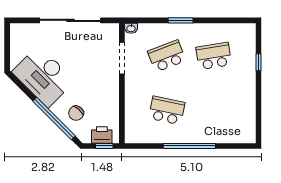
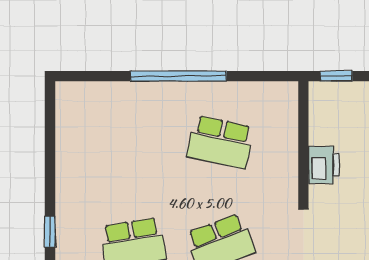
printer: (102, 135) -> (324, 165), moved, turned -90

